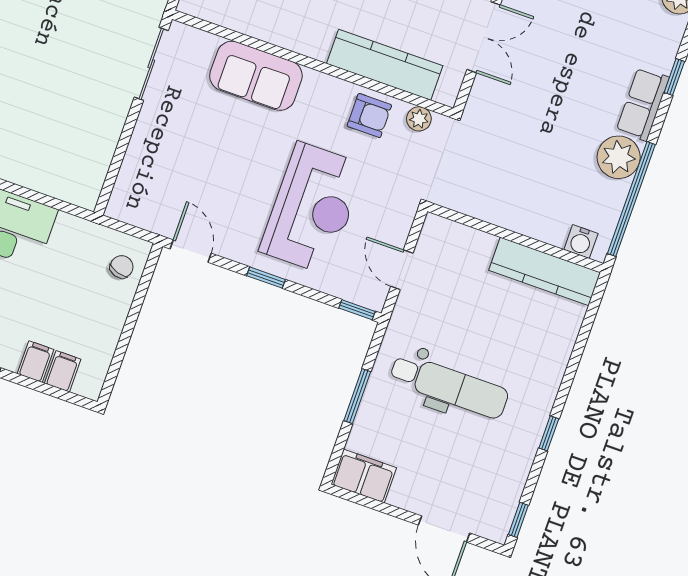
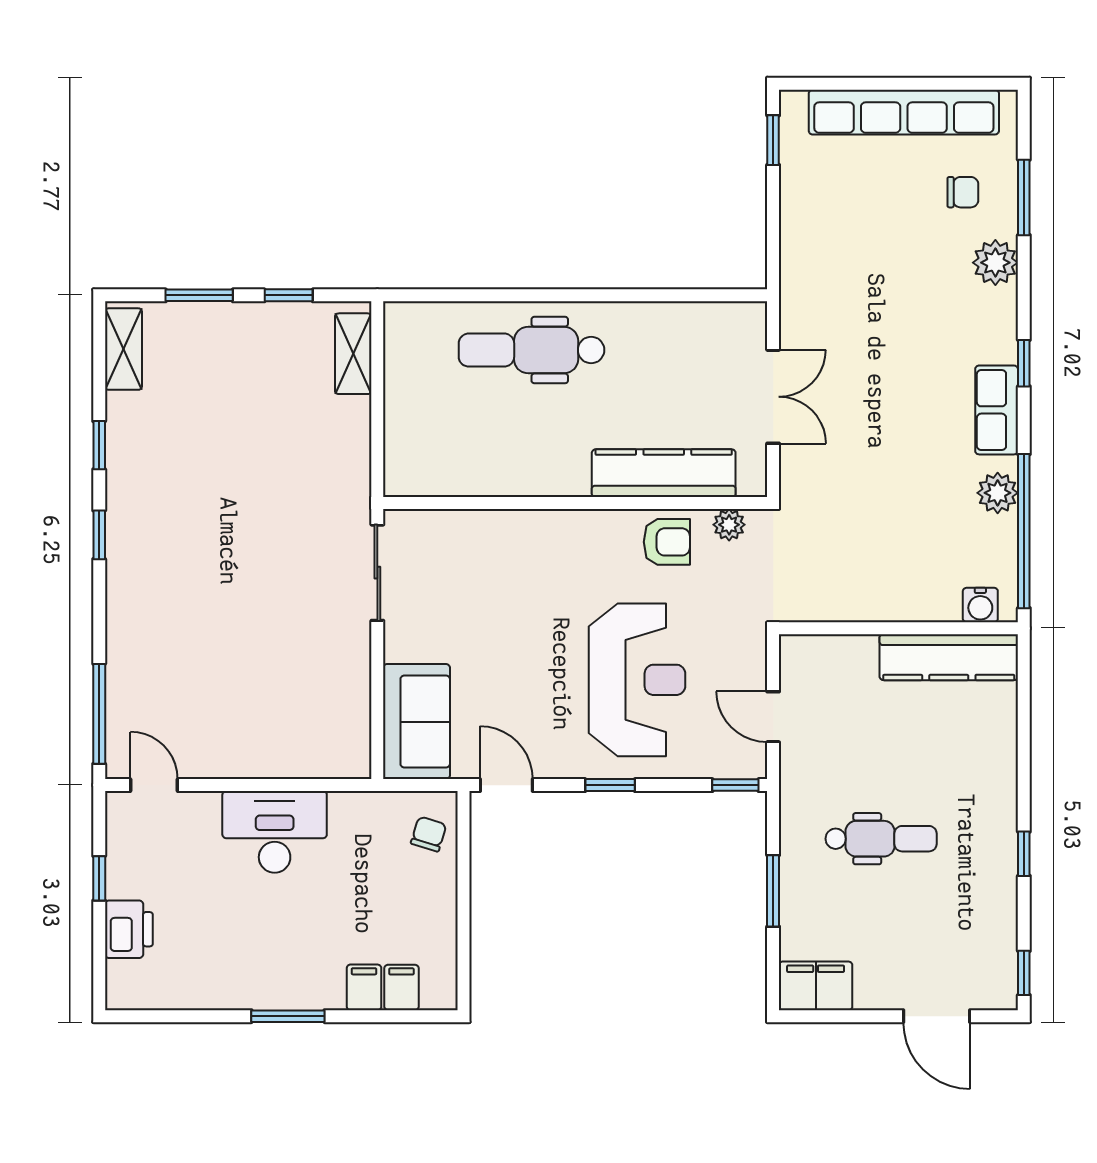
sofa: (256, 76) -> (417, 722), moved, turned -90
plant: (619, 157) -> (998, 493), width x0.73, depth x0.73
dental chair: (449, 386) -> (881, 839), width x0.73, depth x0.72

